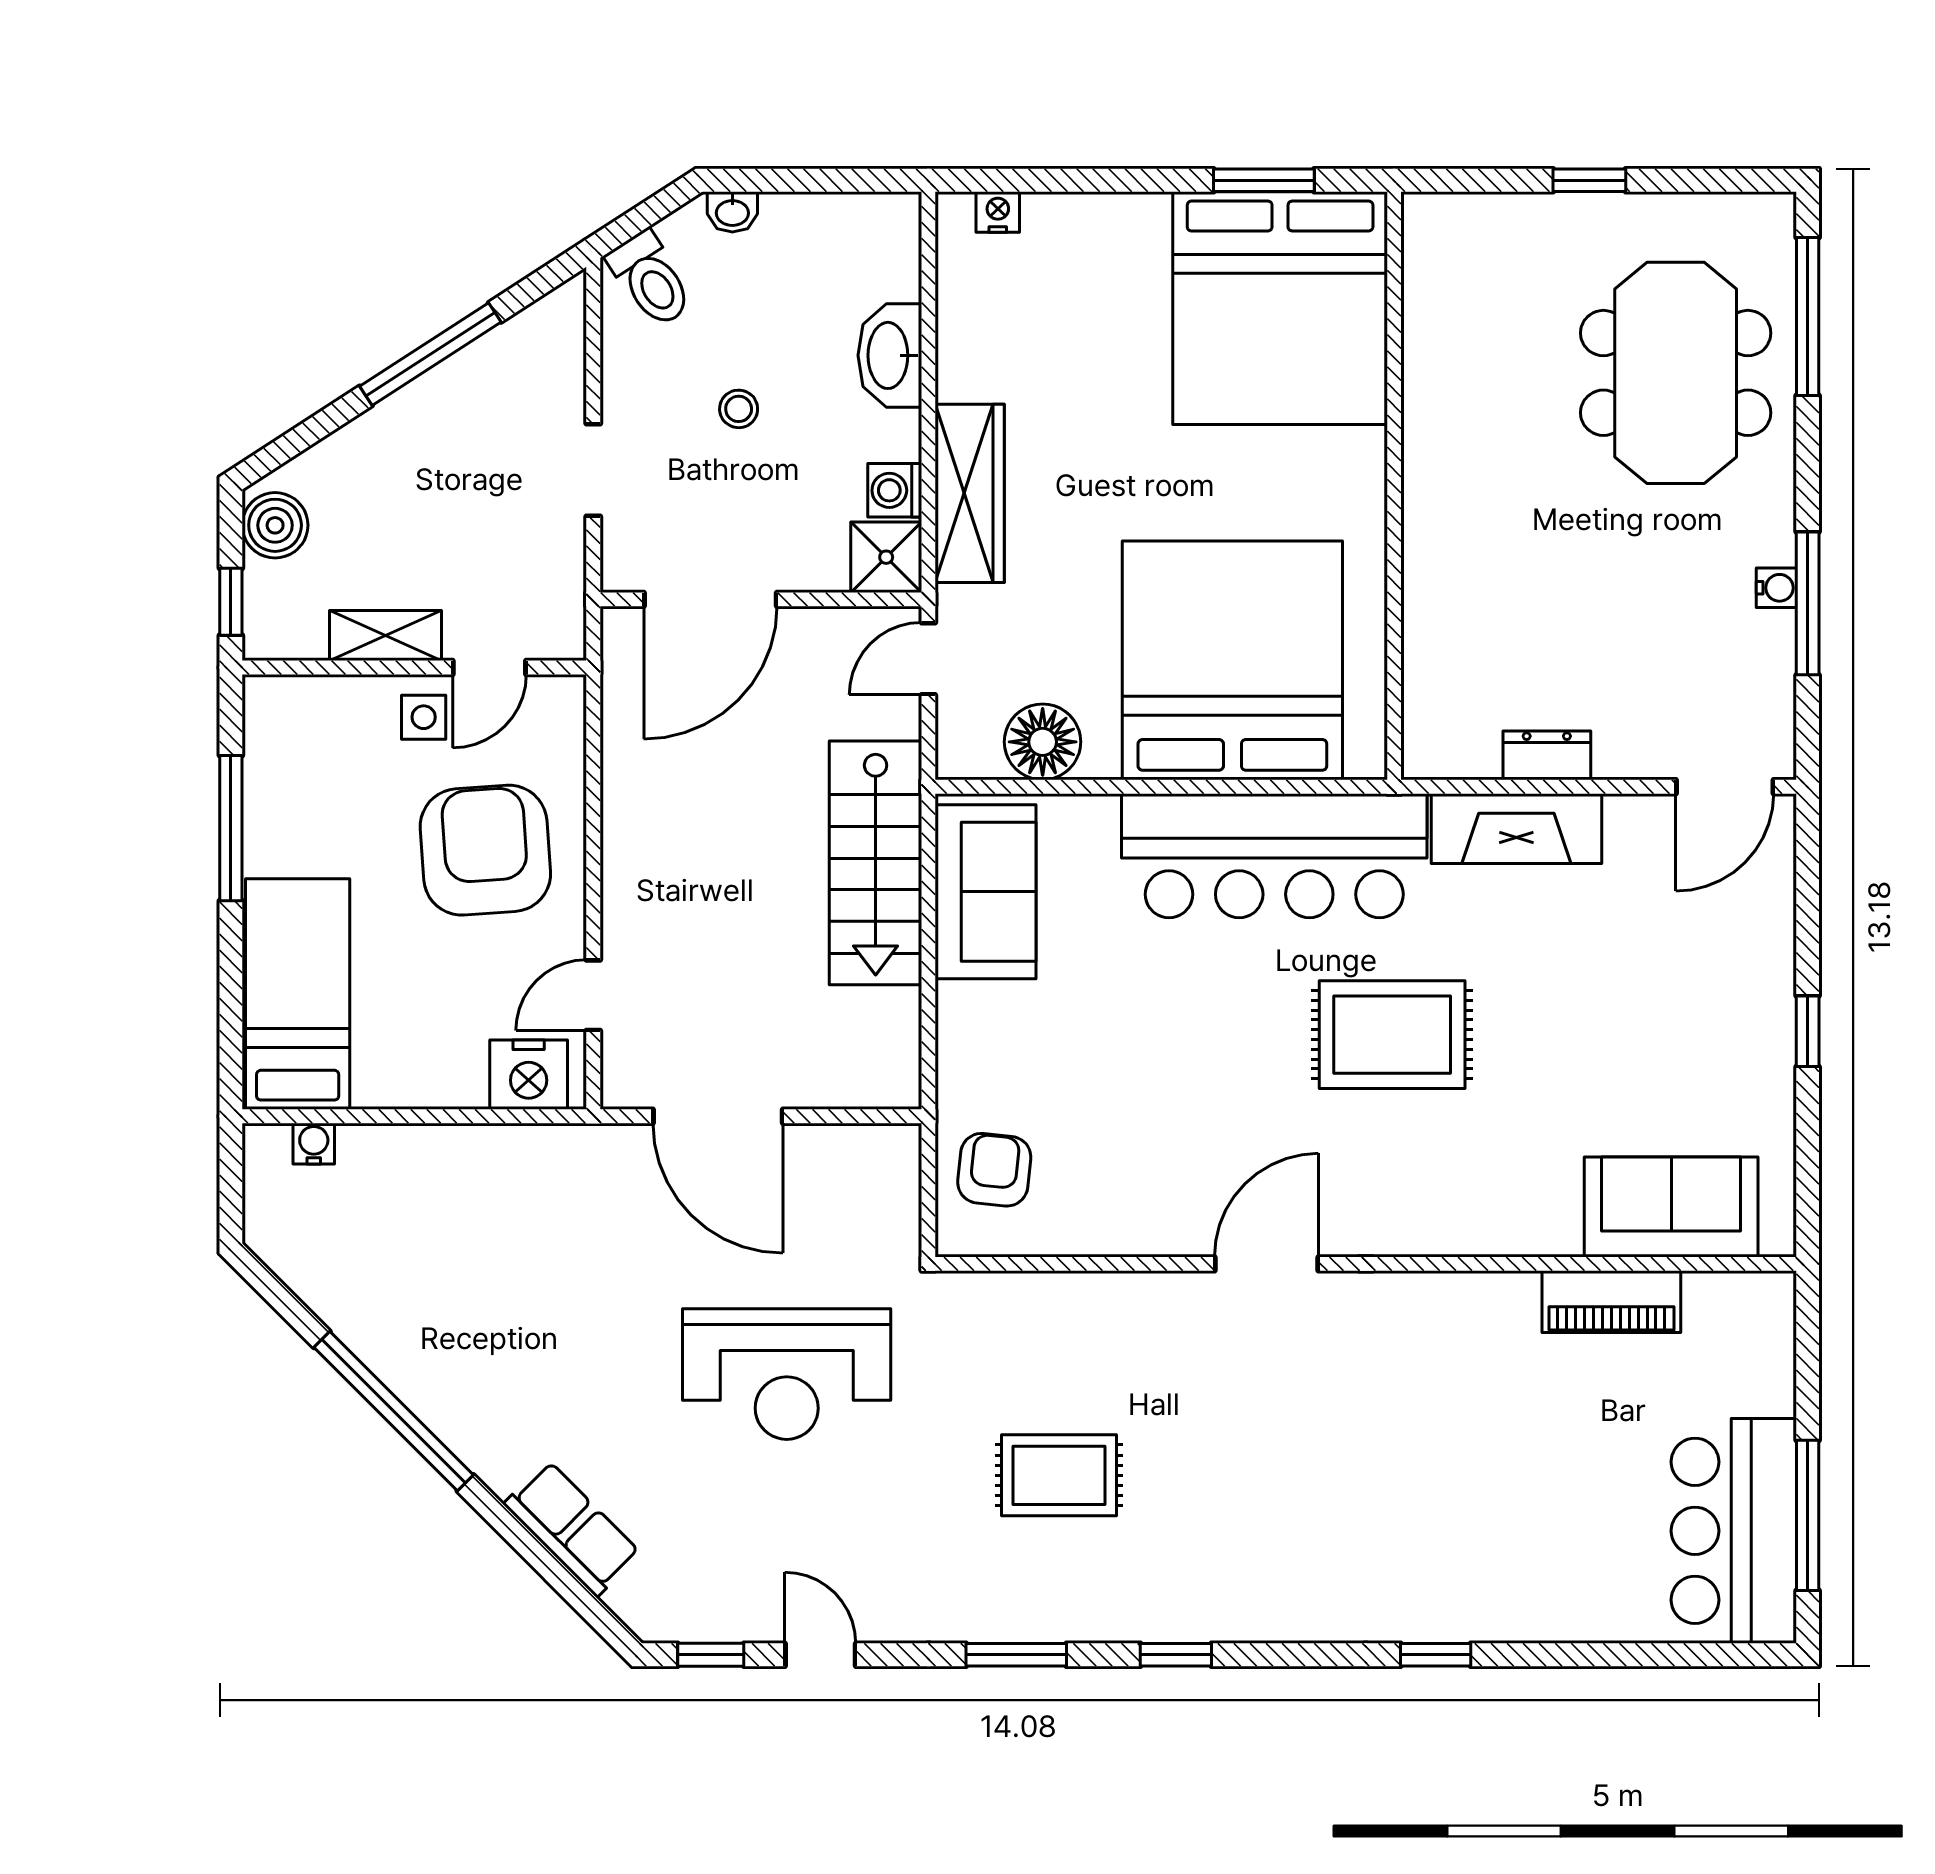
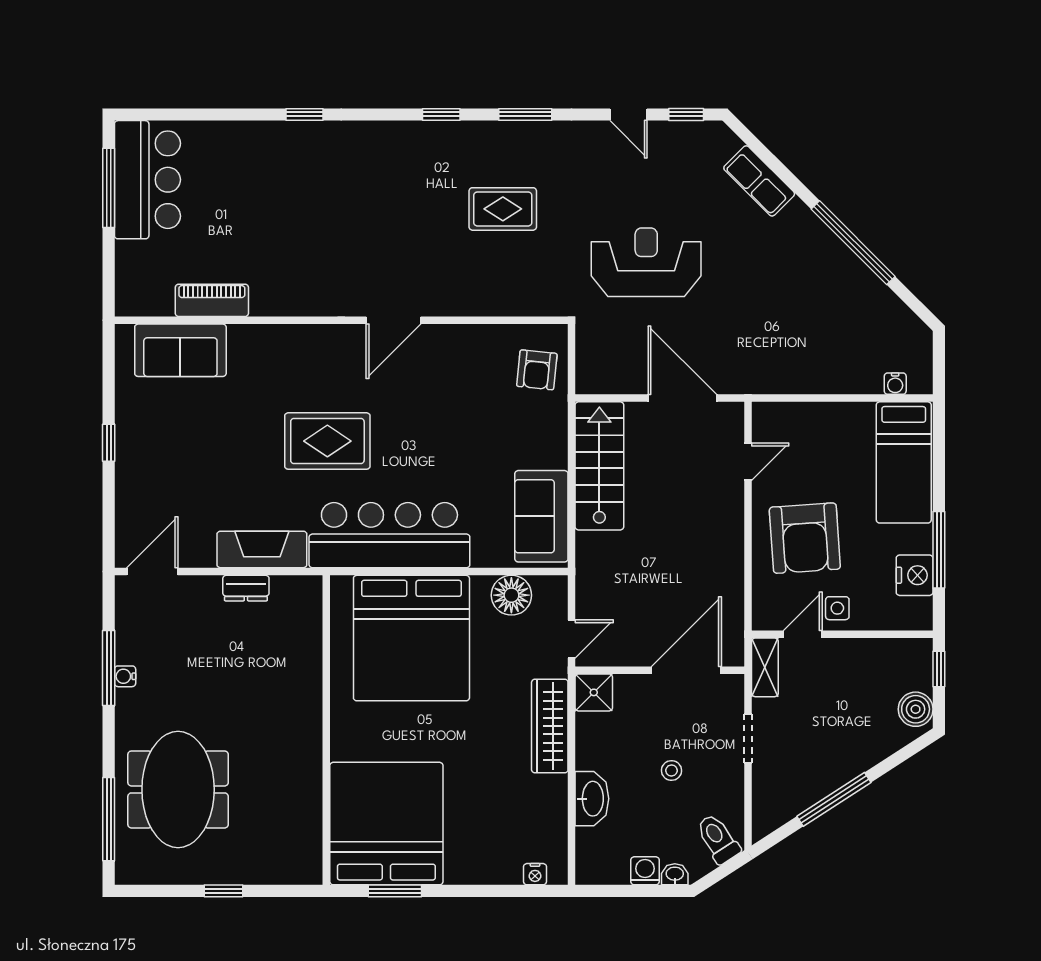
washing machine: (895, 490) -> (645, 871), moved, turned -90
shelving: (386, 636) -> (765, 667), moved, turned 90
stairs: (876, 863) -> (599, 466), moved
nightstand: (529, 1075) -> (915, 575), moved, turned 90

